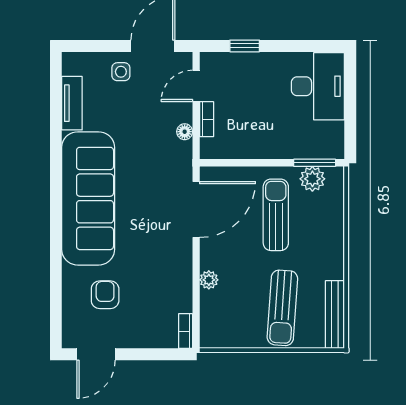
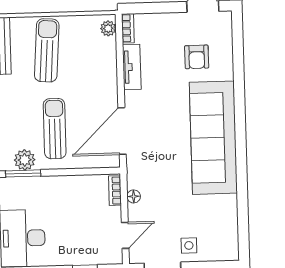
tv unit: (72, 103) -> (132, 67), moved, turned 180
bookcase: (207, 119) -> (115, 191), moved
sun lounger: (276, 215) -> (55, 129), turned 180
plant: (209, 280) -> (108, 28), moved

